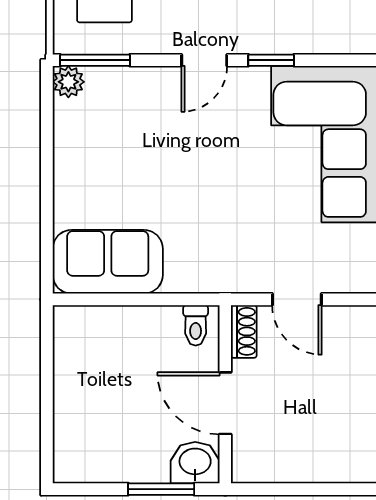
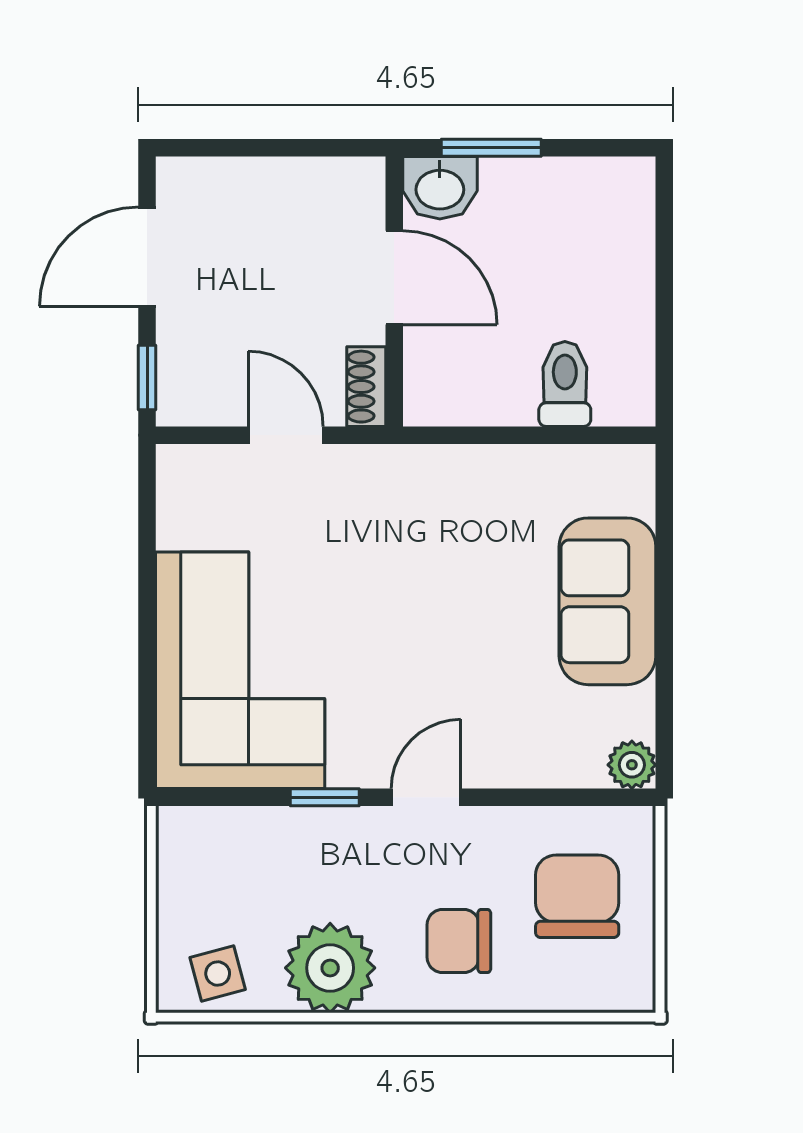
window: (95, 60) -> (591, 797), removed
sofa: (108, 262) -> (607, 601), moved, turned 90
toilet: (196, 325) -> (565, 384), moved, width x1.37, depth x1.39

